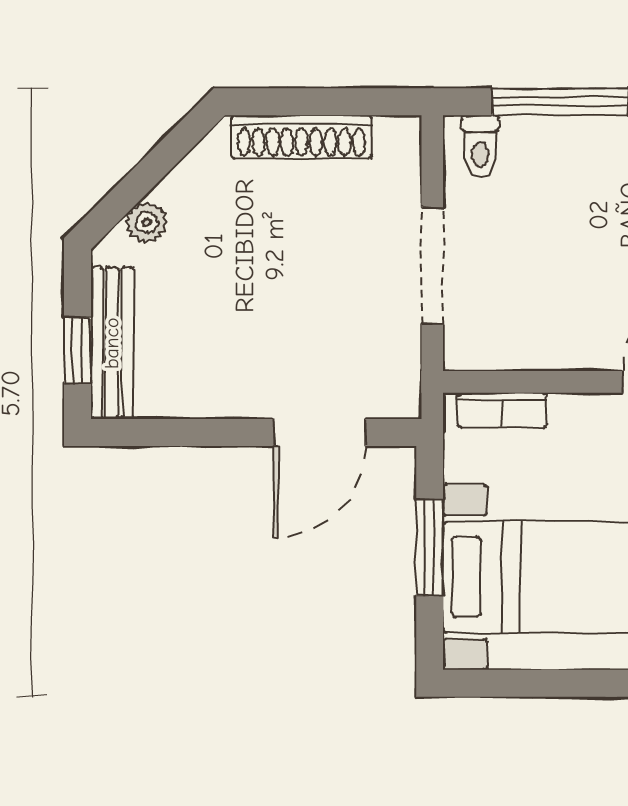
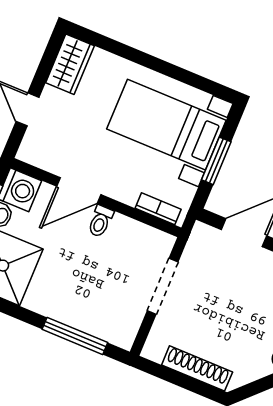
toilet: (480, 146) -> (100, 221), moved, turned 180

